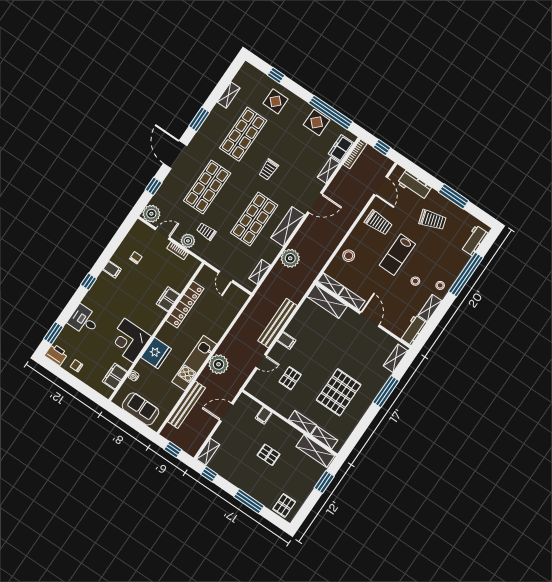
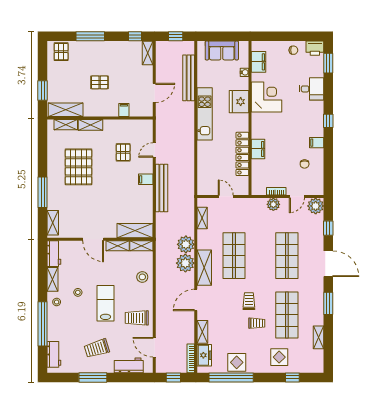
trolley: (206, 231) -> (257, 323), moved
plant: (219, 364) -> (185, 263), moved

